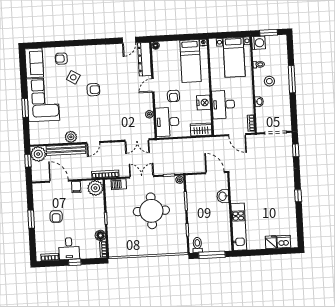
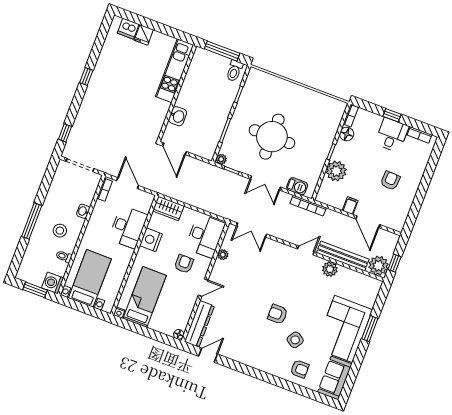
double door: (137, 140) -> (252, 230), swing flipped
plant: (95, 188) -> (336, 171), moved
window: (31, 219) -> (422, 191), removed

